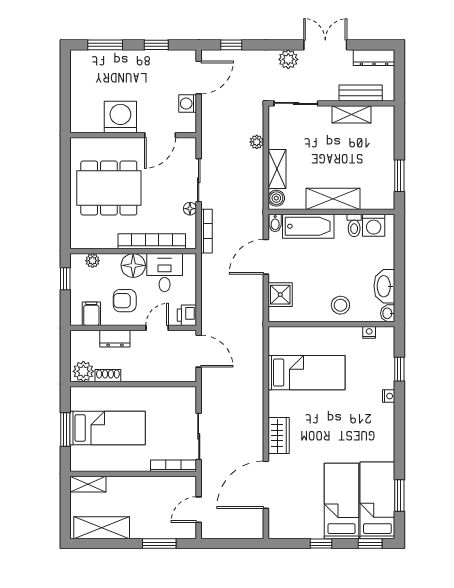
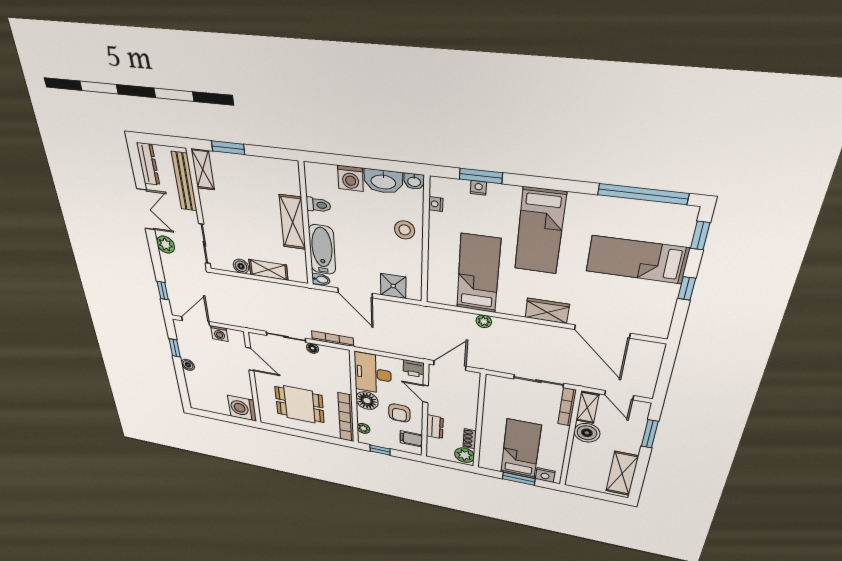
window: (105, 45) -> (182, 384), removed
double door: (325, 45) -> (146, 209), swing flipped
boiler: (135, 57) -> (188, 365), added
door: (199, 77) -> (196, 321), hinge flipped
bench: (361, 93) -> (184, 182), width x1.36
shelving: (351, 114) -> (203, 169), moved
washing machine: (120, 117) -> (242, 408), moved
plant: (257, 142) -> (484, 321), moved
window: (399, 176) -> (228, 148), moved
dining table: (109, 188) -> (299, 405), width x0.73
boiler: (276, 198) -> (241, 266), moved
washing machine: (374, 225) -> (350, 178), moved, turned 90
bookcase: (152, 241) -> (346, 417), moved
desk: (165, 273) -> (373, 373), width x1.37
window: (399, 369) -> (481, 176), width x1.50
nightstand: (389, 396) -> (478, 188), moved
nightstand: (78, 455) -> (545, 475), added
shelving: (88, 484) -> (587, 407), moved
boiler: (146, 488) -> (587, 433), added
window: (399, 495) -> (643, 194), width x2.11
bed: (377, 500) -> (540, 231), moved, turned -90

